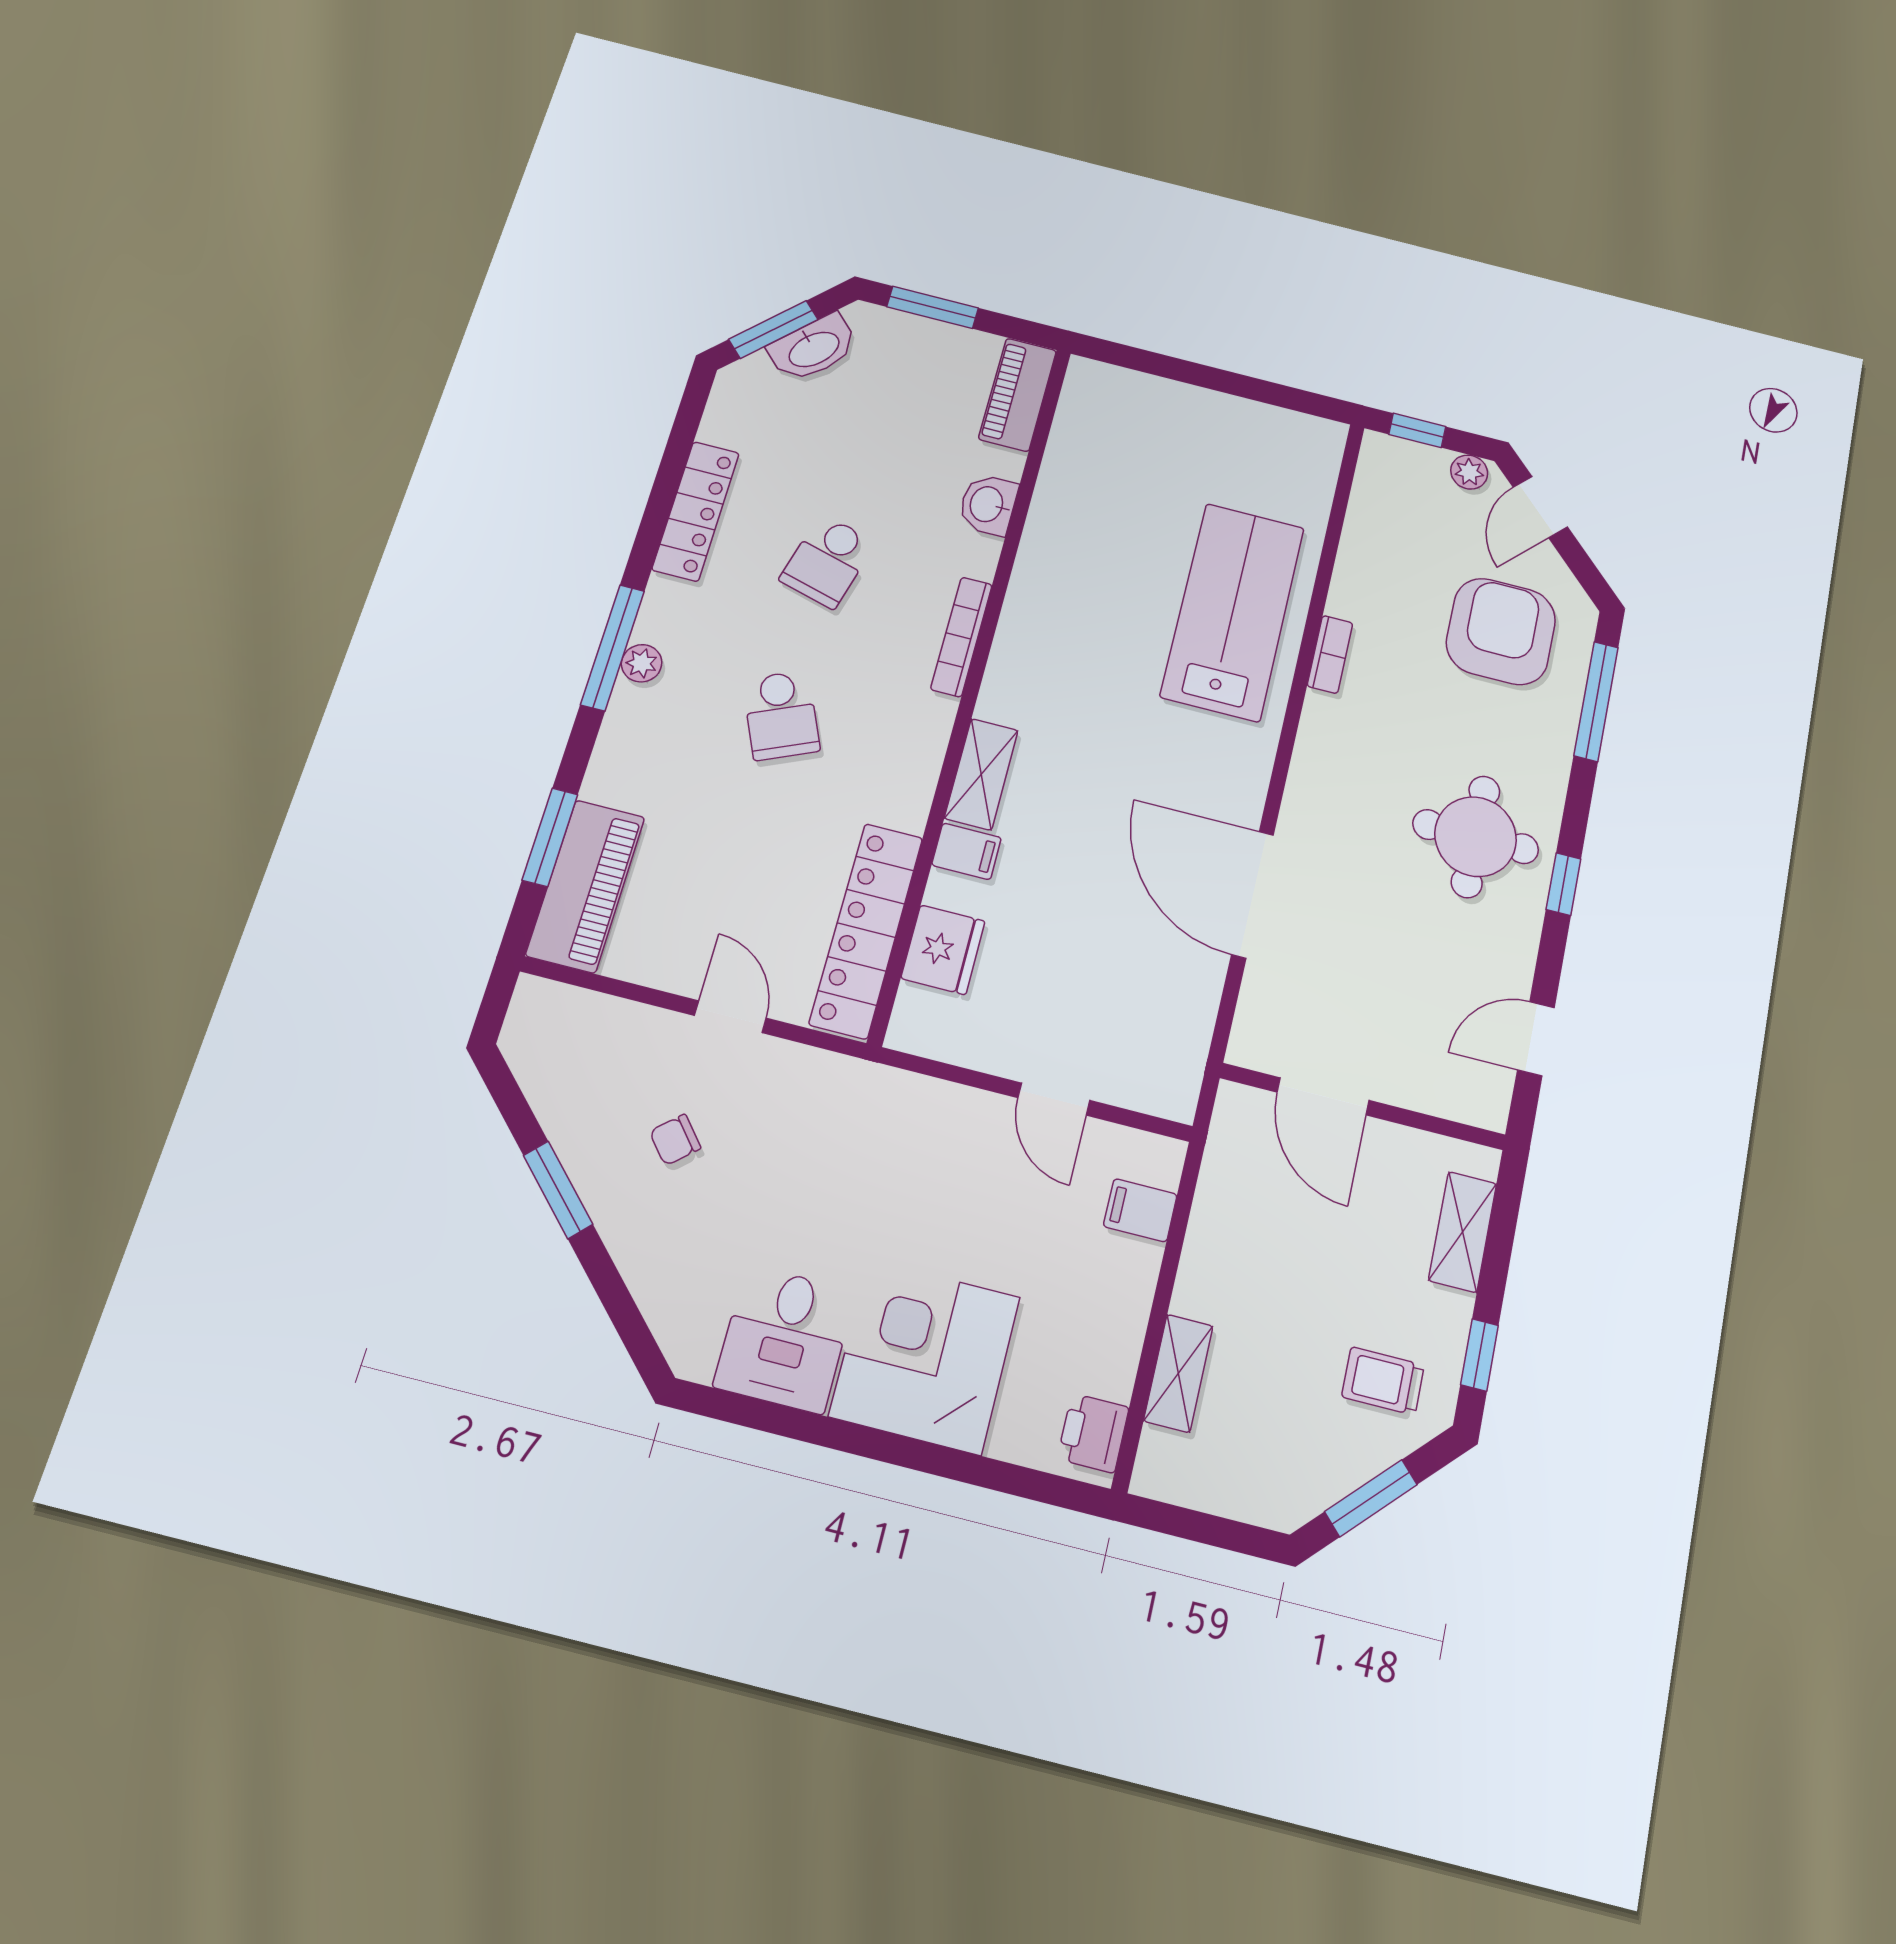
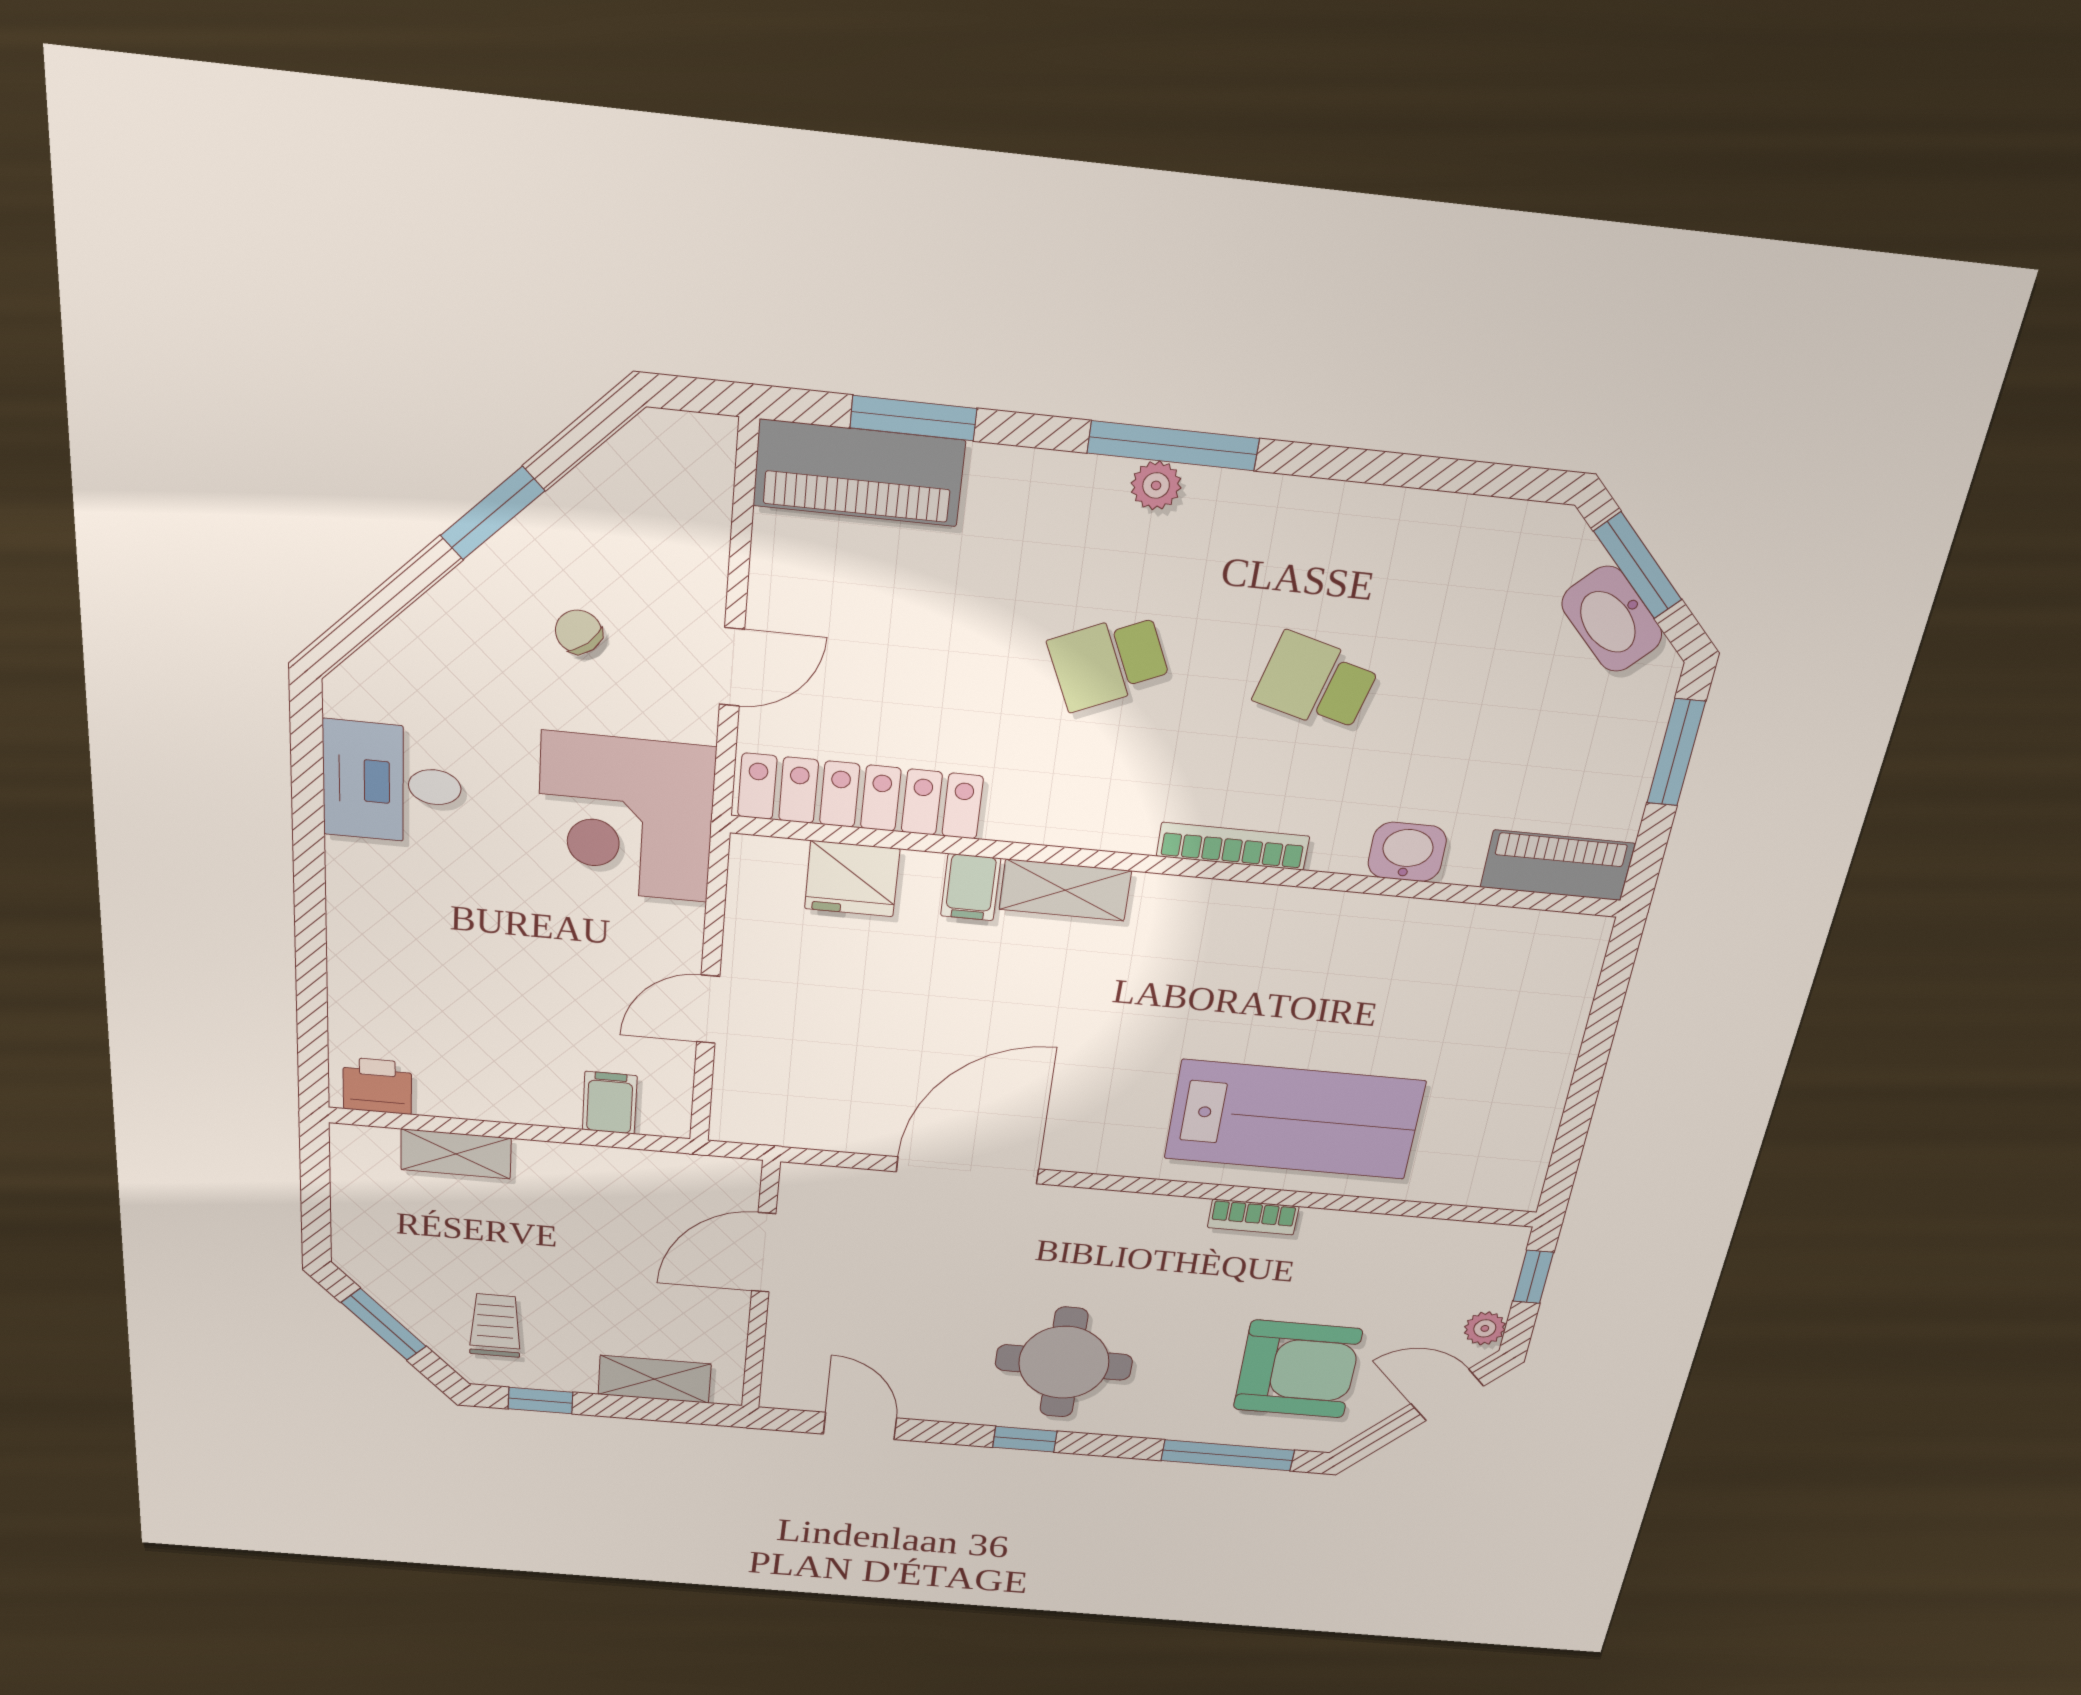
locker: (696, 511) -> (1371, 514), removed
corner desk: (925, 1356) -> (625, 818), moved, turned 180

